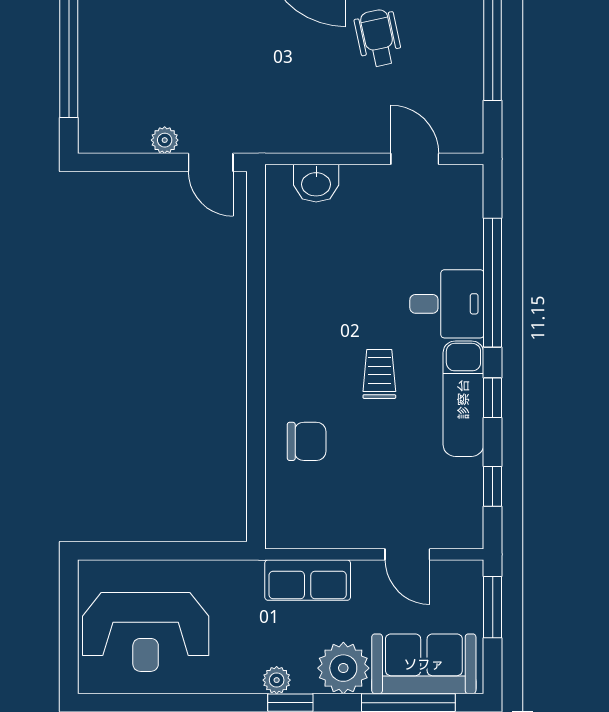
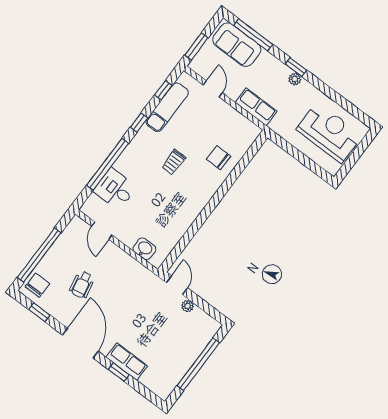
desk: (447, 304) -> (115, 189), moved
exam couch: (463, 399) -> (167, 107), moved
plant: (343, 668) -> (267, 65), removed

